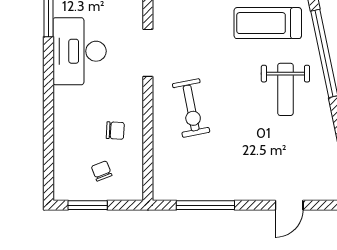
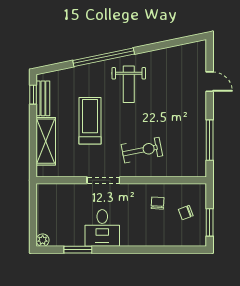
treadmill: (268, 23) -> (90, 121), moved, turned 180
desk: (80, 51) -> (102, 228), width x0.73
weight bench: (285, 89) -> (129, 84), turned 90

